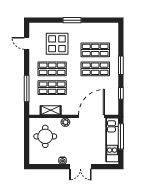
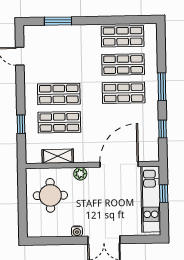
window: (72, 20) -> (58, 21), moved
shop shelf: (95, 31) -> (123, 36), added
display table: (57, 44) -> (66, 56), removed
window: (27, 89) -> (21, 124), width x0.46
window: (121, 136) -> (164, 194), width x0.46

